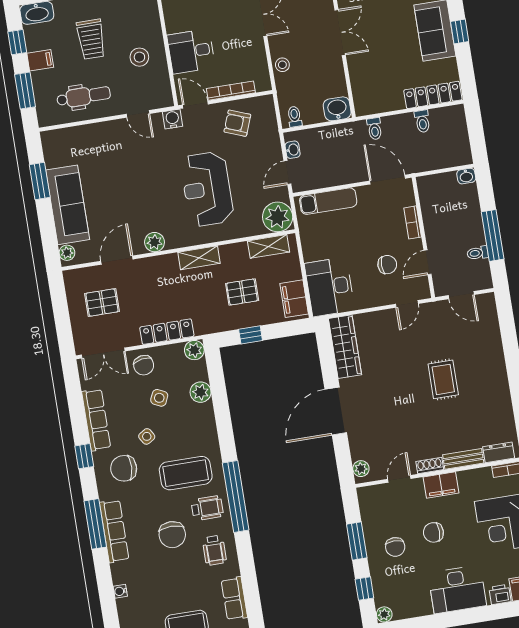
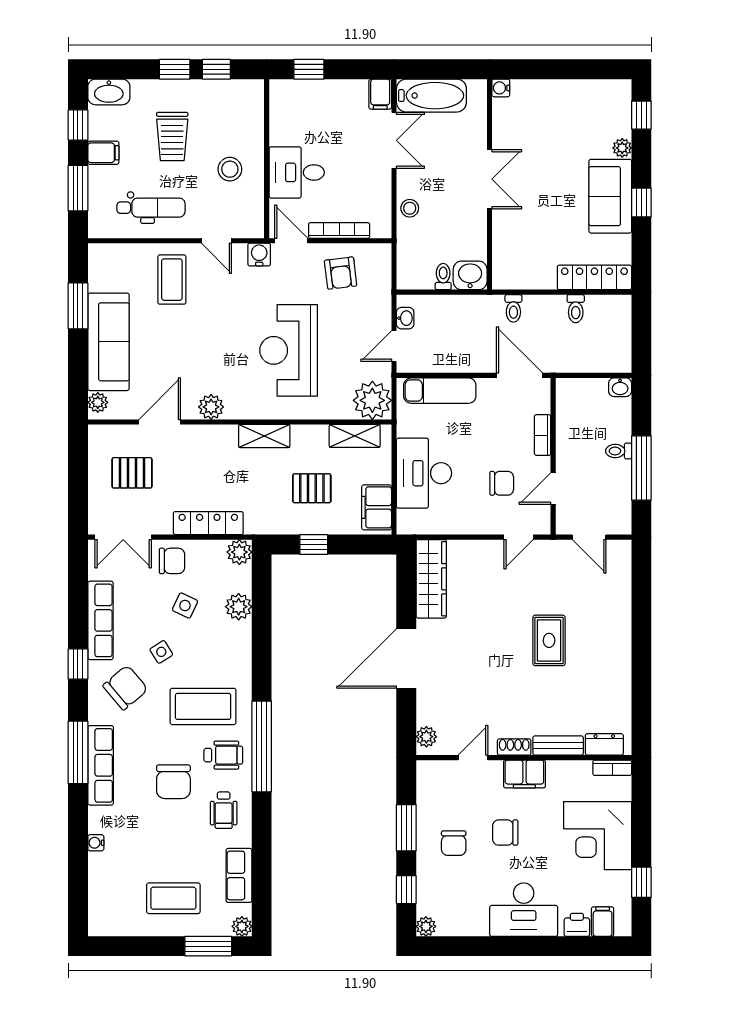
toilet: (295, 117) -> (443, 277), moved
armchair: (237, 123) -> (341, 273), turned -118
coffee table: (109, 149) -> (172, 280), added
toilet: (478, 253) -> (619, 451), moved
desk: (330, 287) -> (424, 473), moved
chair: (144, 365) -> (172, 561), turned -81
chair: (124, 468) -> (125, 688), turned 137

